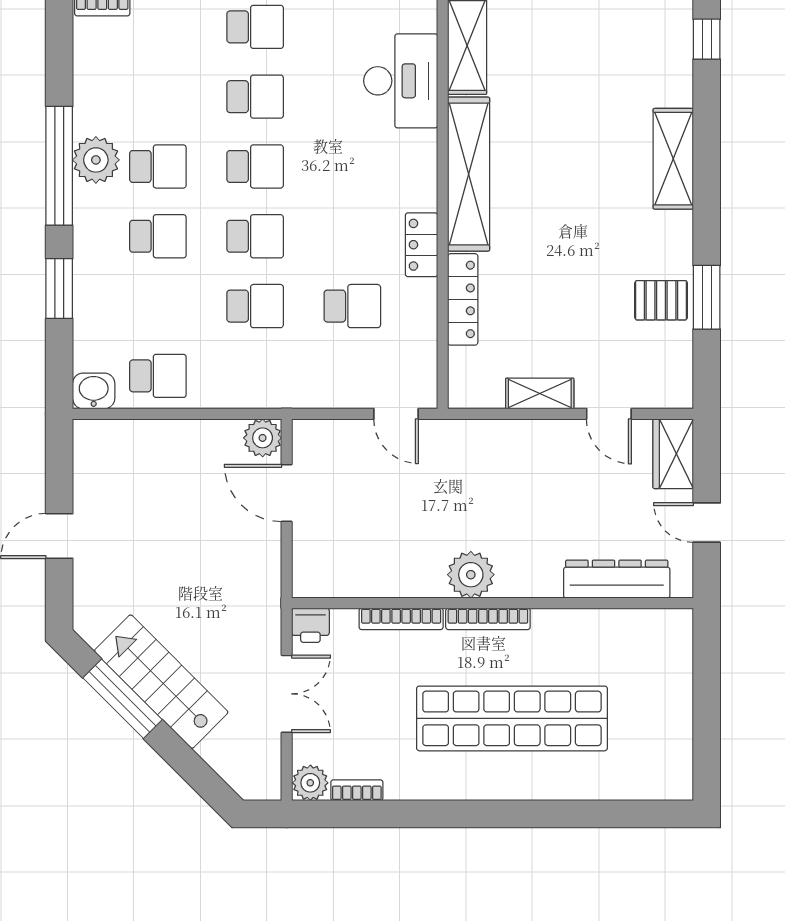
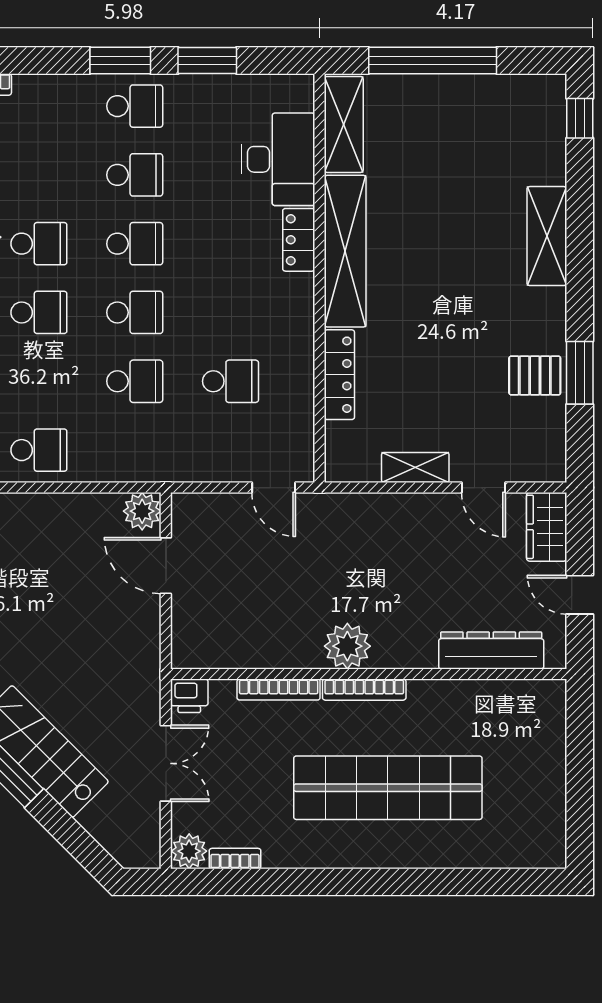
locker: (422, 245) -> (299, 240), moved

